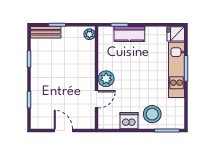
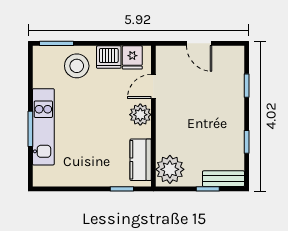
plant: (89, 34) -> (170, 169), width x1.87, depth x1.87
kitchen counter: (129, 34) -> (141, 160), moved, turned -90
fridge: (176, 34) -> (132, 57), moved, turned 90

